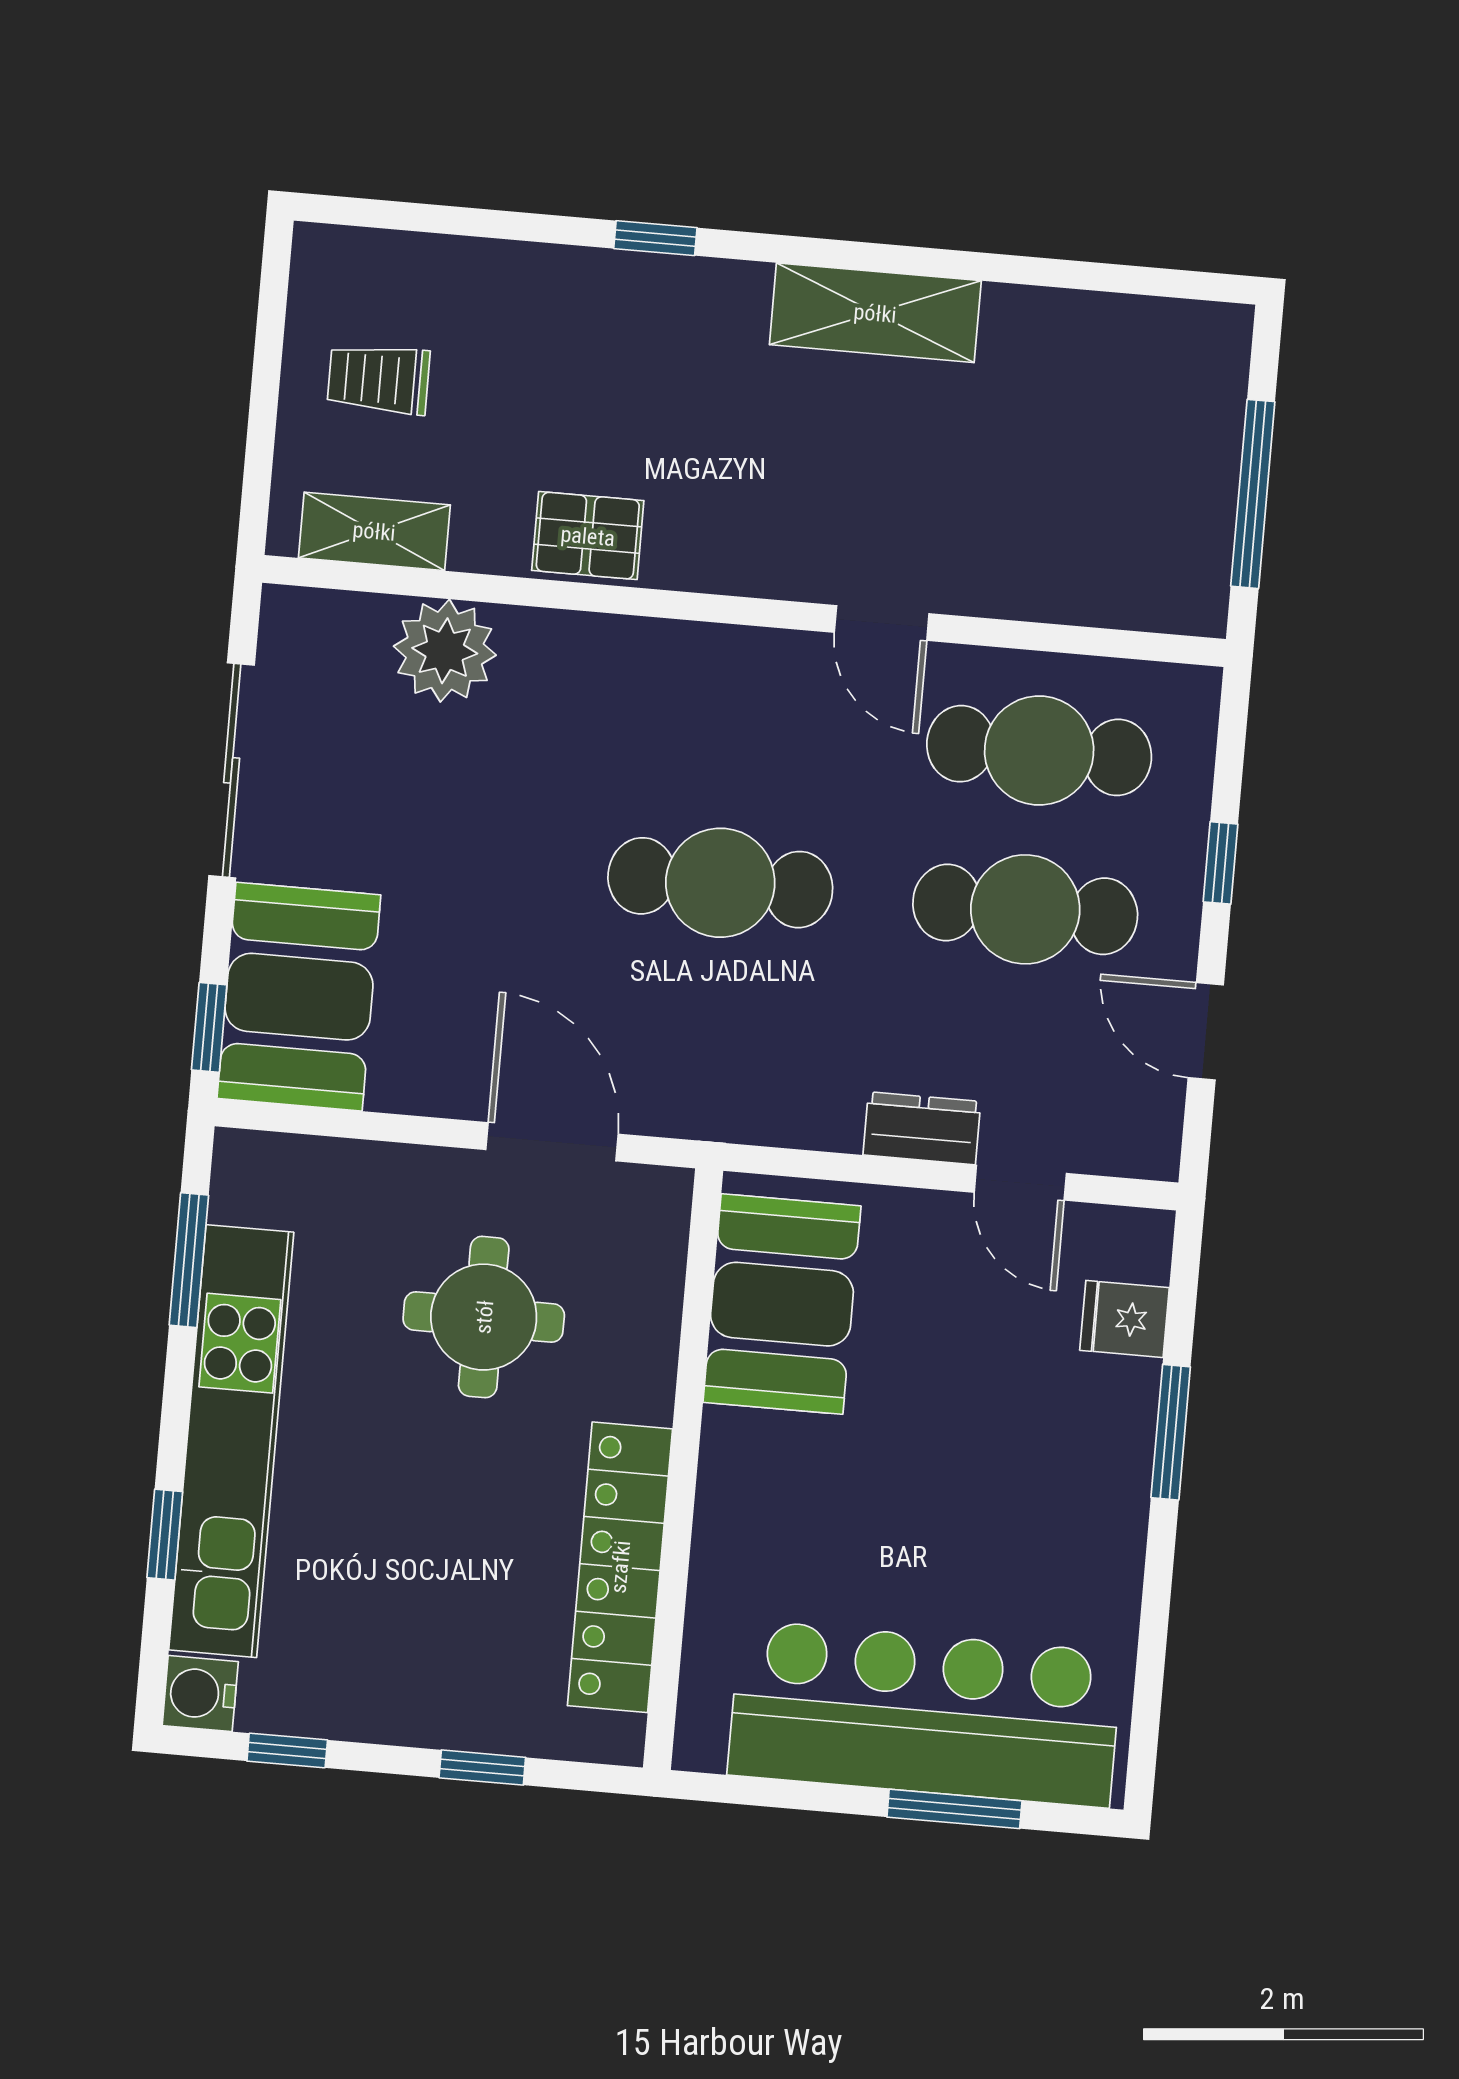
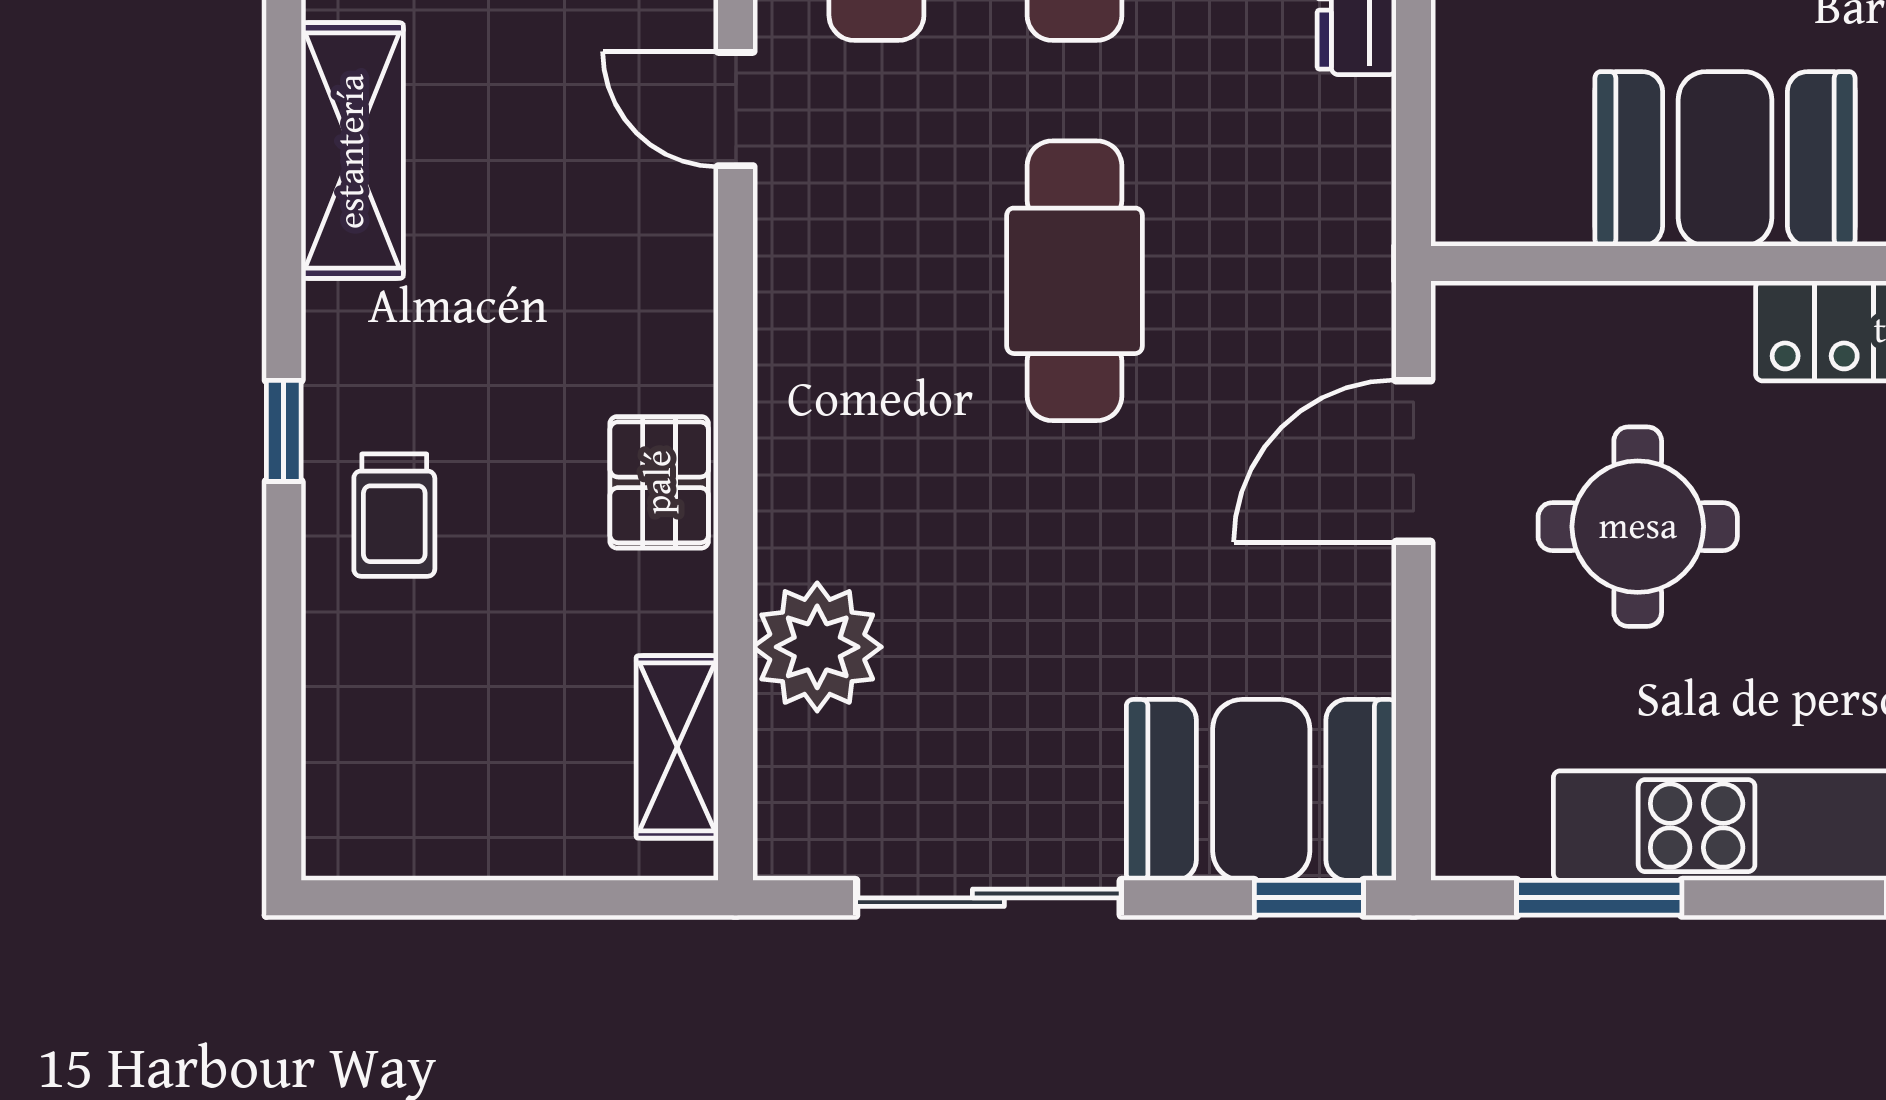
trolley: (379, 379) -> (394, 515), moved
door: (882, 623) -> (736, 109), swing flipped
booth: (782, 1304) -> (1725, 159), moved

